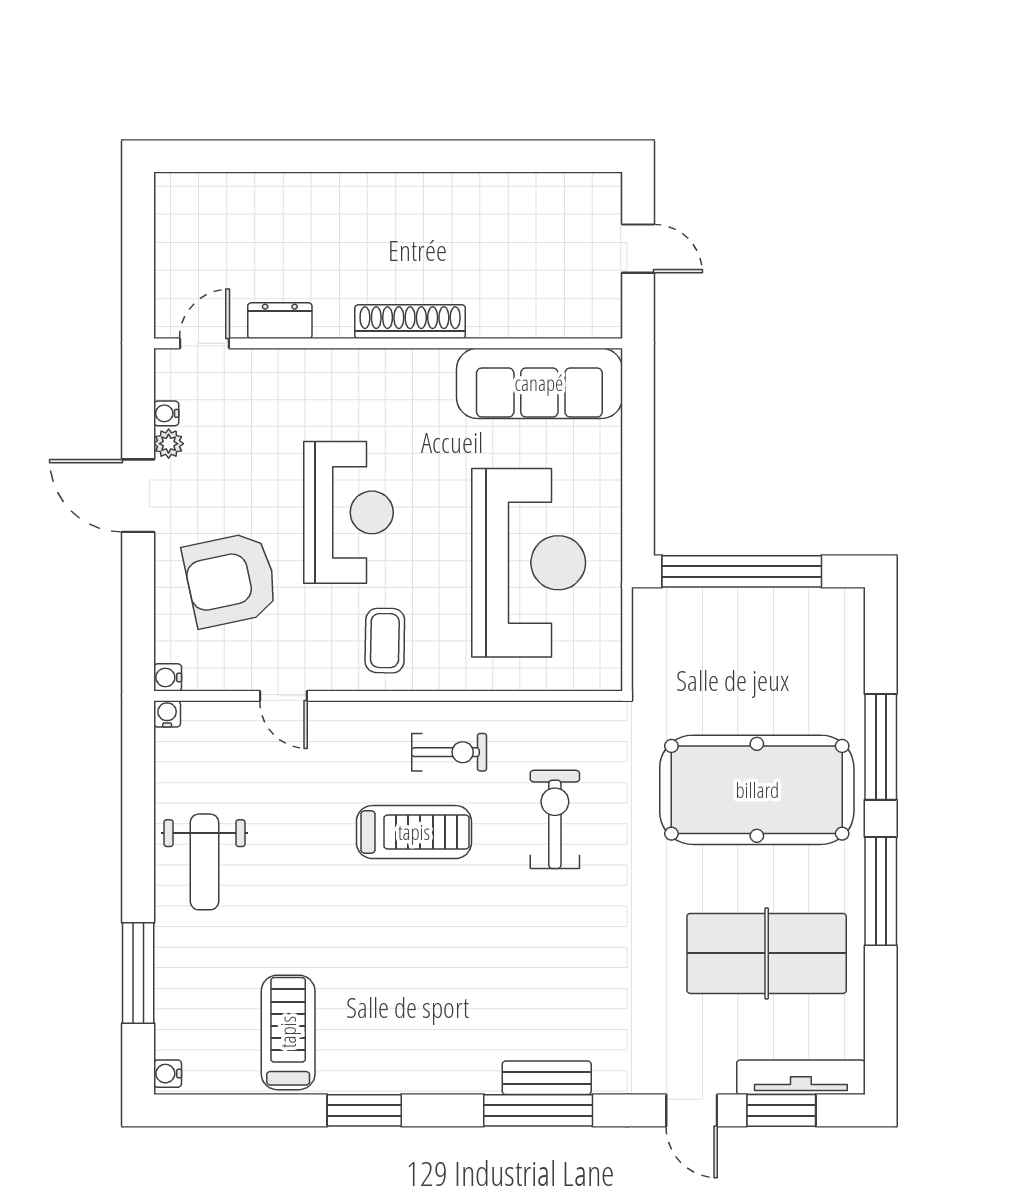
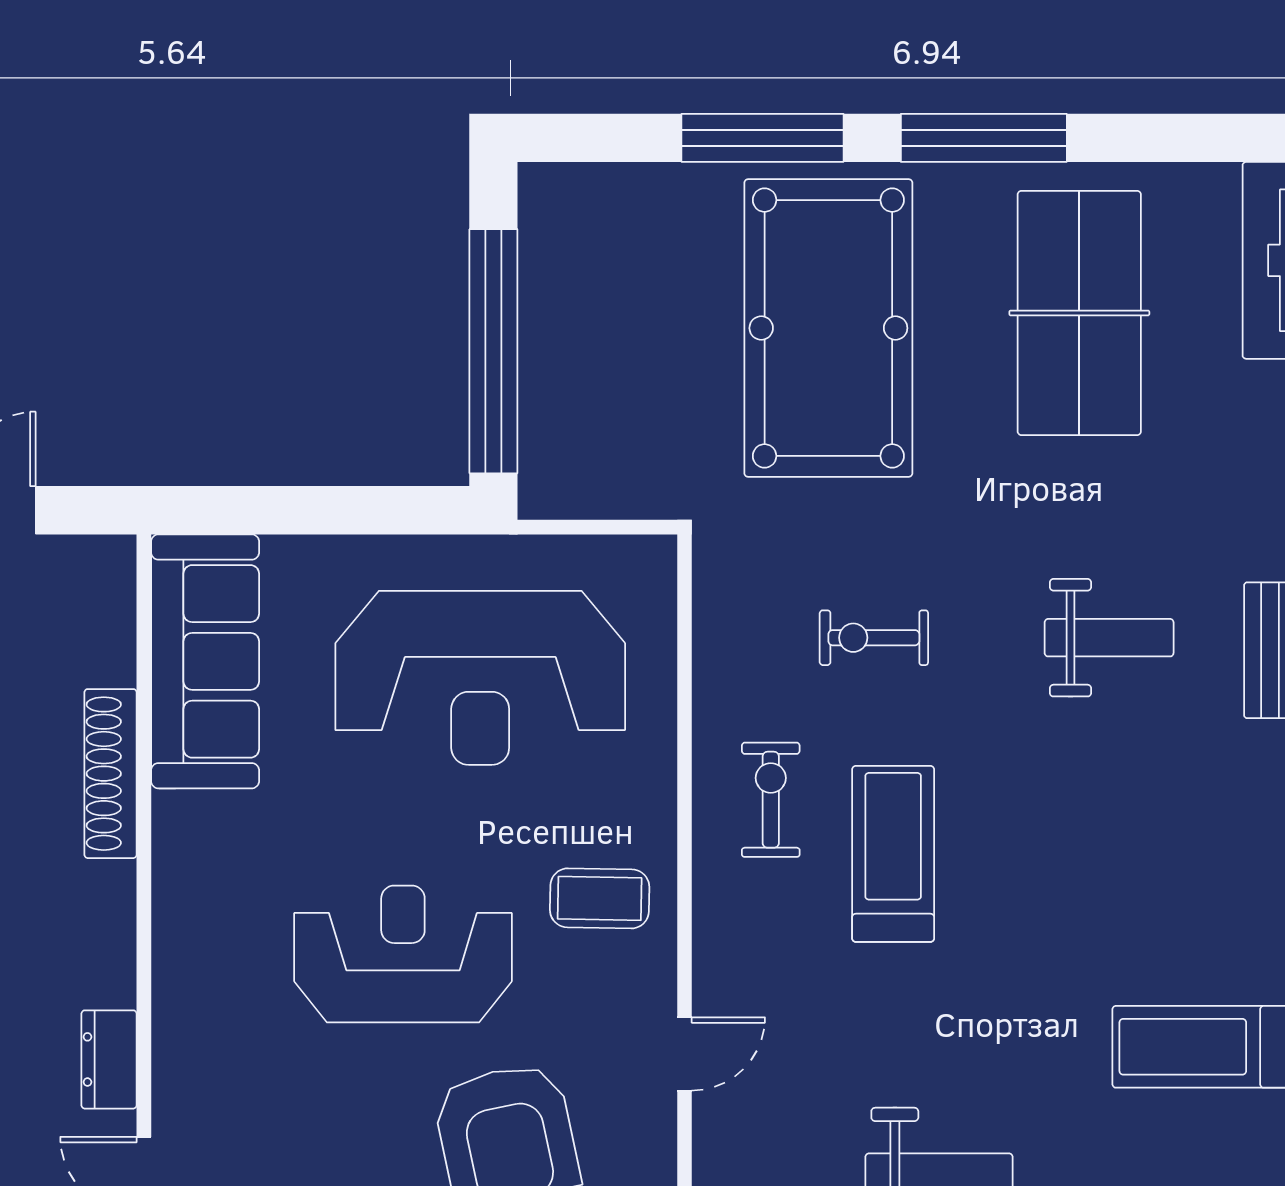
shoe rack: (410, 322) -> (111, 774), moved
reception desk: (529, 563) -> (480, 678), turned 180
exercise bike: (555, 819) -> (874, 638), width x0.73, depth x0.72
weight bench: (555, 973) -> (1109, 638), added

